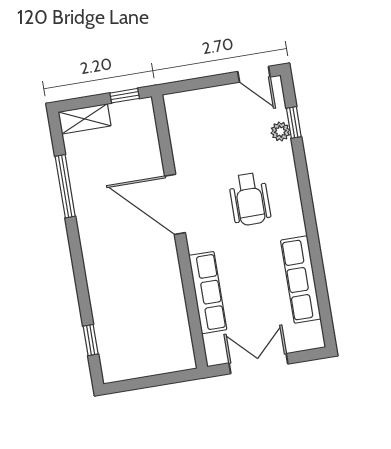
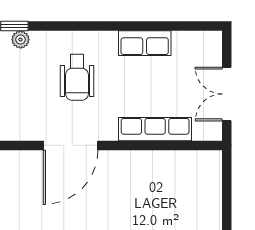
wheelchair: (250, 199) -> (77, 77), turned 90
row of seats: (301, 279) -> (145, 43), width x0.68

